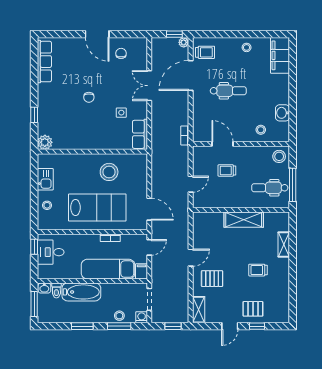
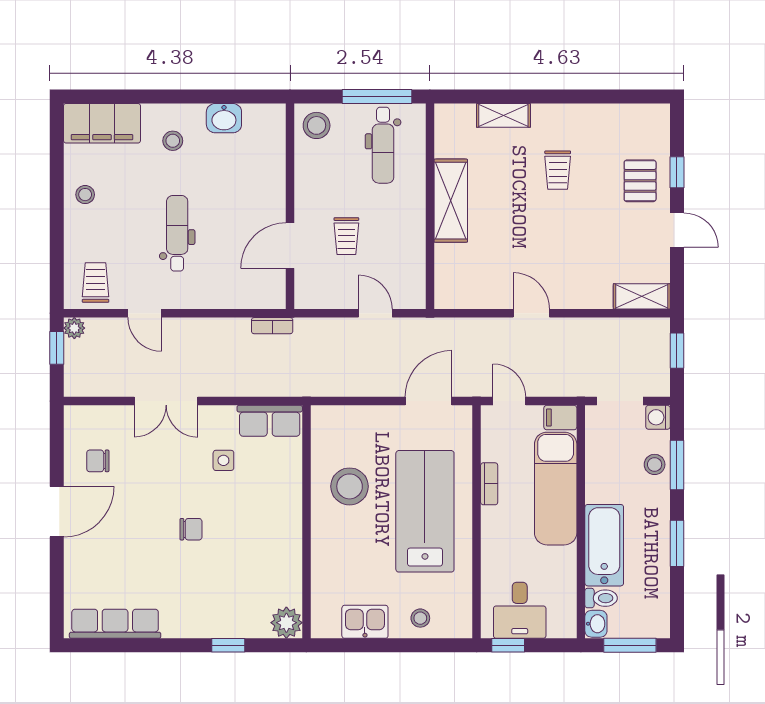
door: (191, 76) -> (145, 313), width x0.53
stool: (261, 130) -> (173, 141), moved
pallet: (212, 279) -> (576, 268), removed

